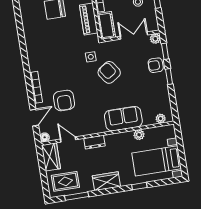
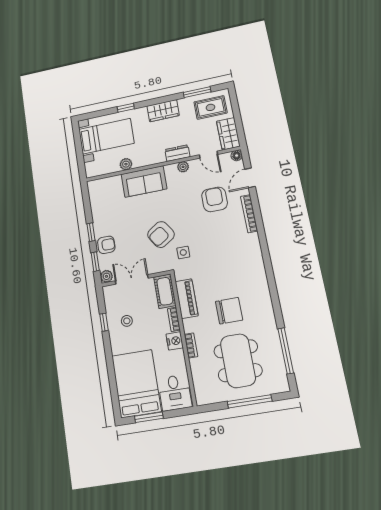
double door: (134, 36) -> (132, 279), swing flipped
armchair: (109, 72) -> (161, 235), turned 91
plant: (161, 119) -> (183, 167), moved

